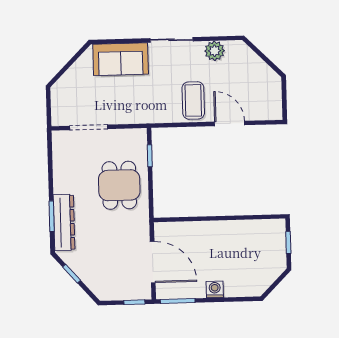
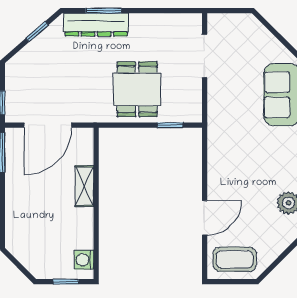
coffee table: (193, 100) -> (235, 259), moved
dining table: (119, 185) -> (137, 89), turned 90
shelving: (205, 229) -> (84, 186), added
washing machine: (215, 289) -> (84, 260), moved, turned 180

